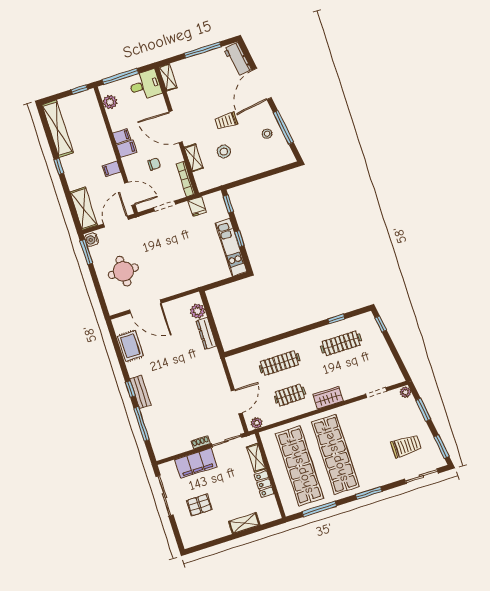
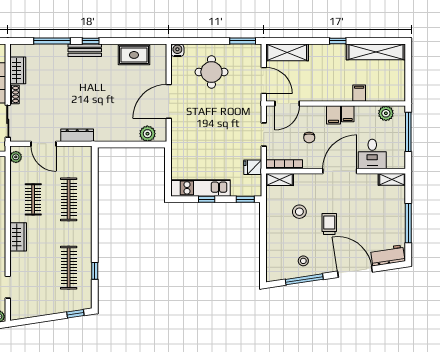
desk: (145, 85) -> (372, 154), moved
window: (79, 90) -> (408, 87), removed
shelving: (194, 158) -> (280, 179), moved
filing cabinet: (111, 169) -> (359, 93), moved
water cooler: (92, 240) -> (177, 50), moved
door: (145, 307) -> (169, 101), moved
dresser: (206, 333) -> (77, 135), moved
wardrobe: (178, 446) -> (18, 70), added

